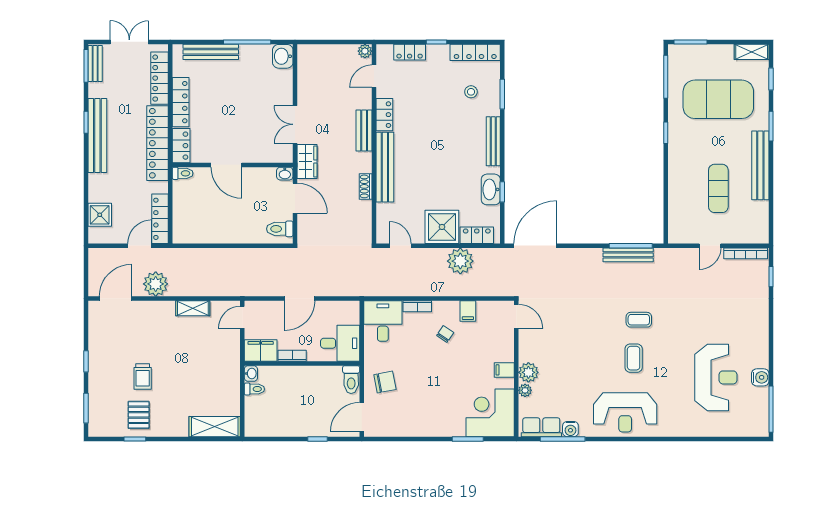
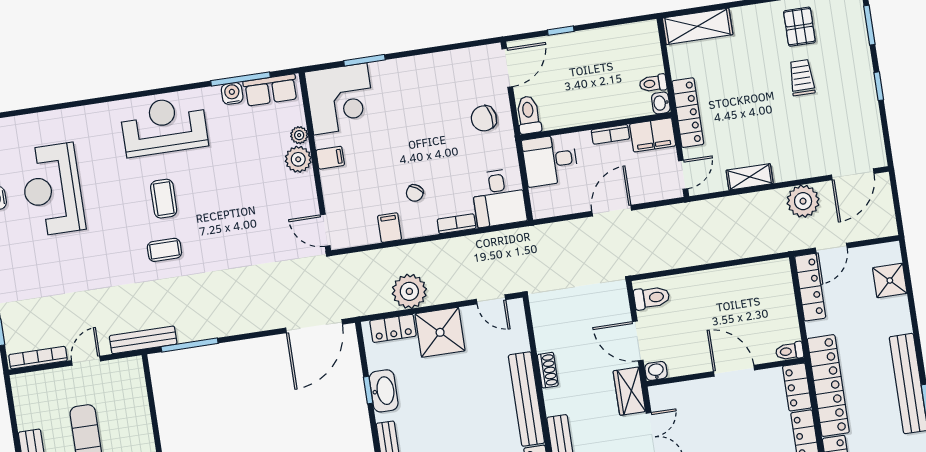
bench: (628, 255) -> (143, 340), moved
locker: (232, 363) -> (688, 113), added

